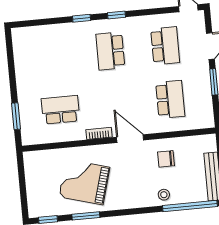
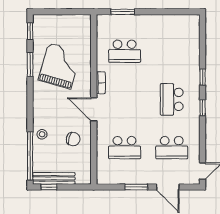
school desk: (110, 51) -> (172, 99), turned -90
school desk: (61, 110) -> (125, 51), turned 90
door: (130, 139) -> (94, 109), swing flipped
chair: (166, 159) -> (73, 139), turned 105

